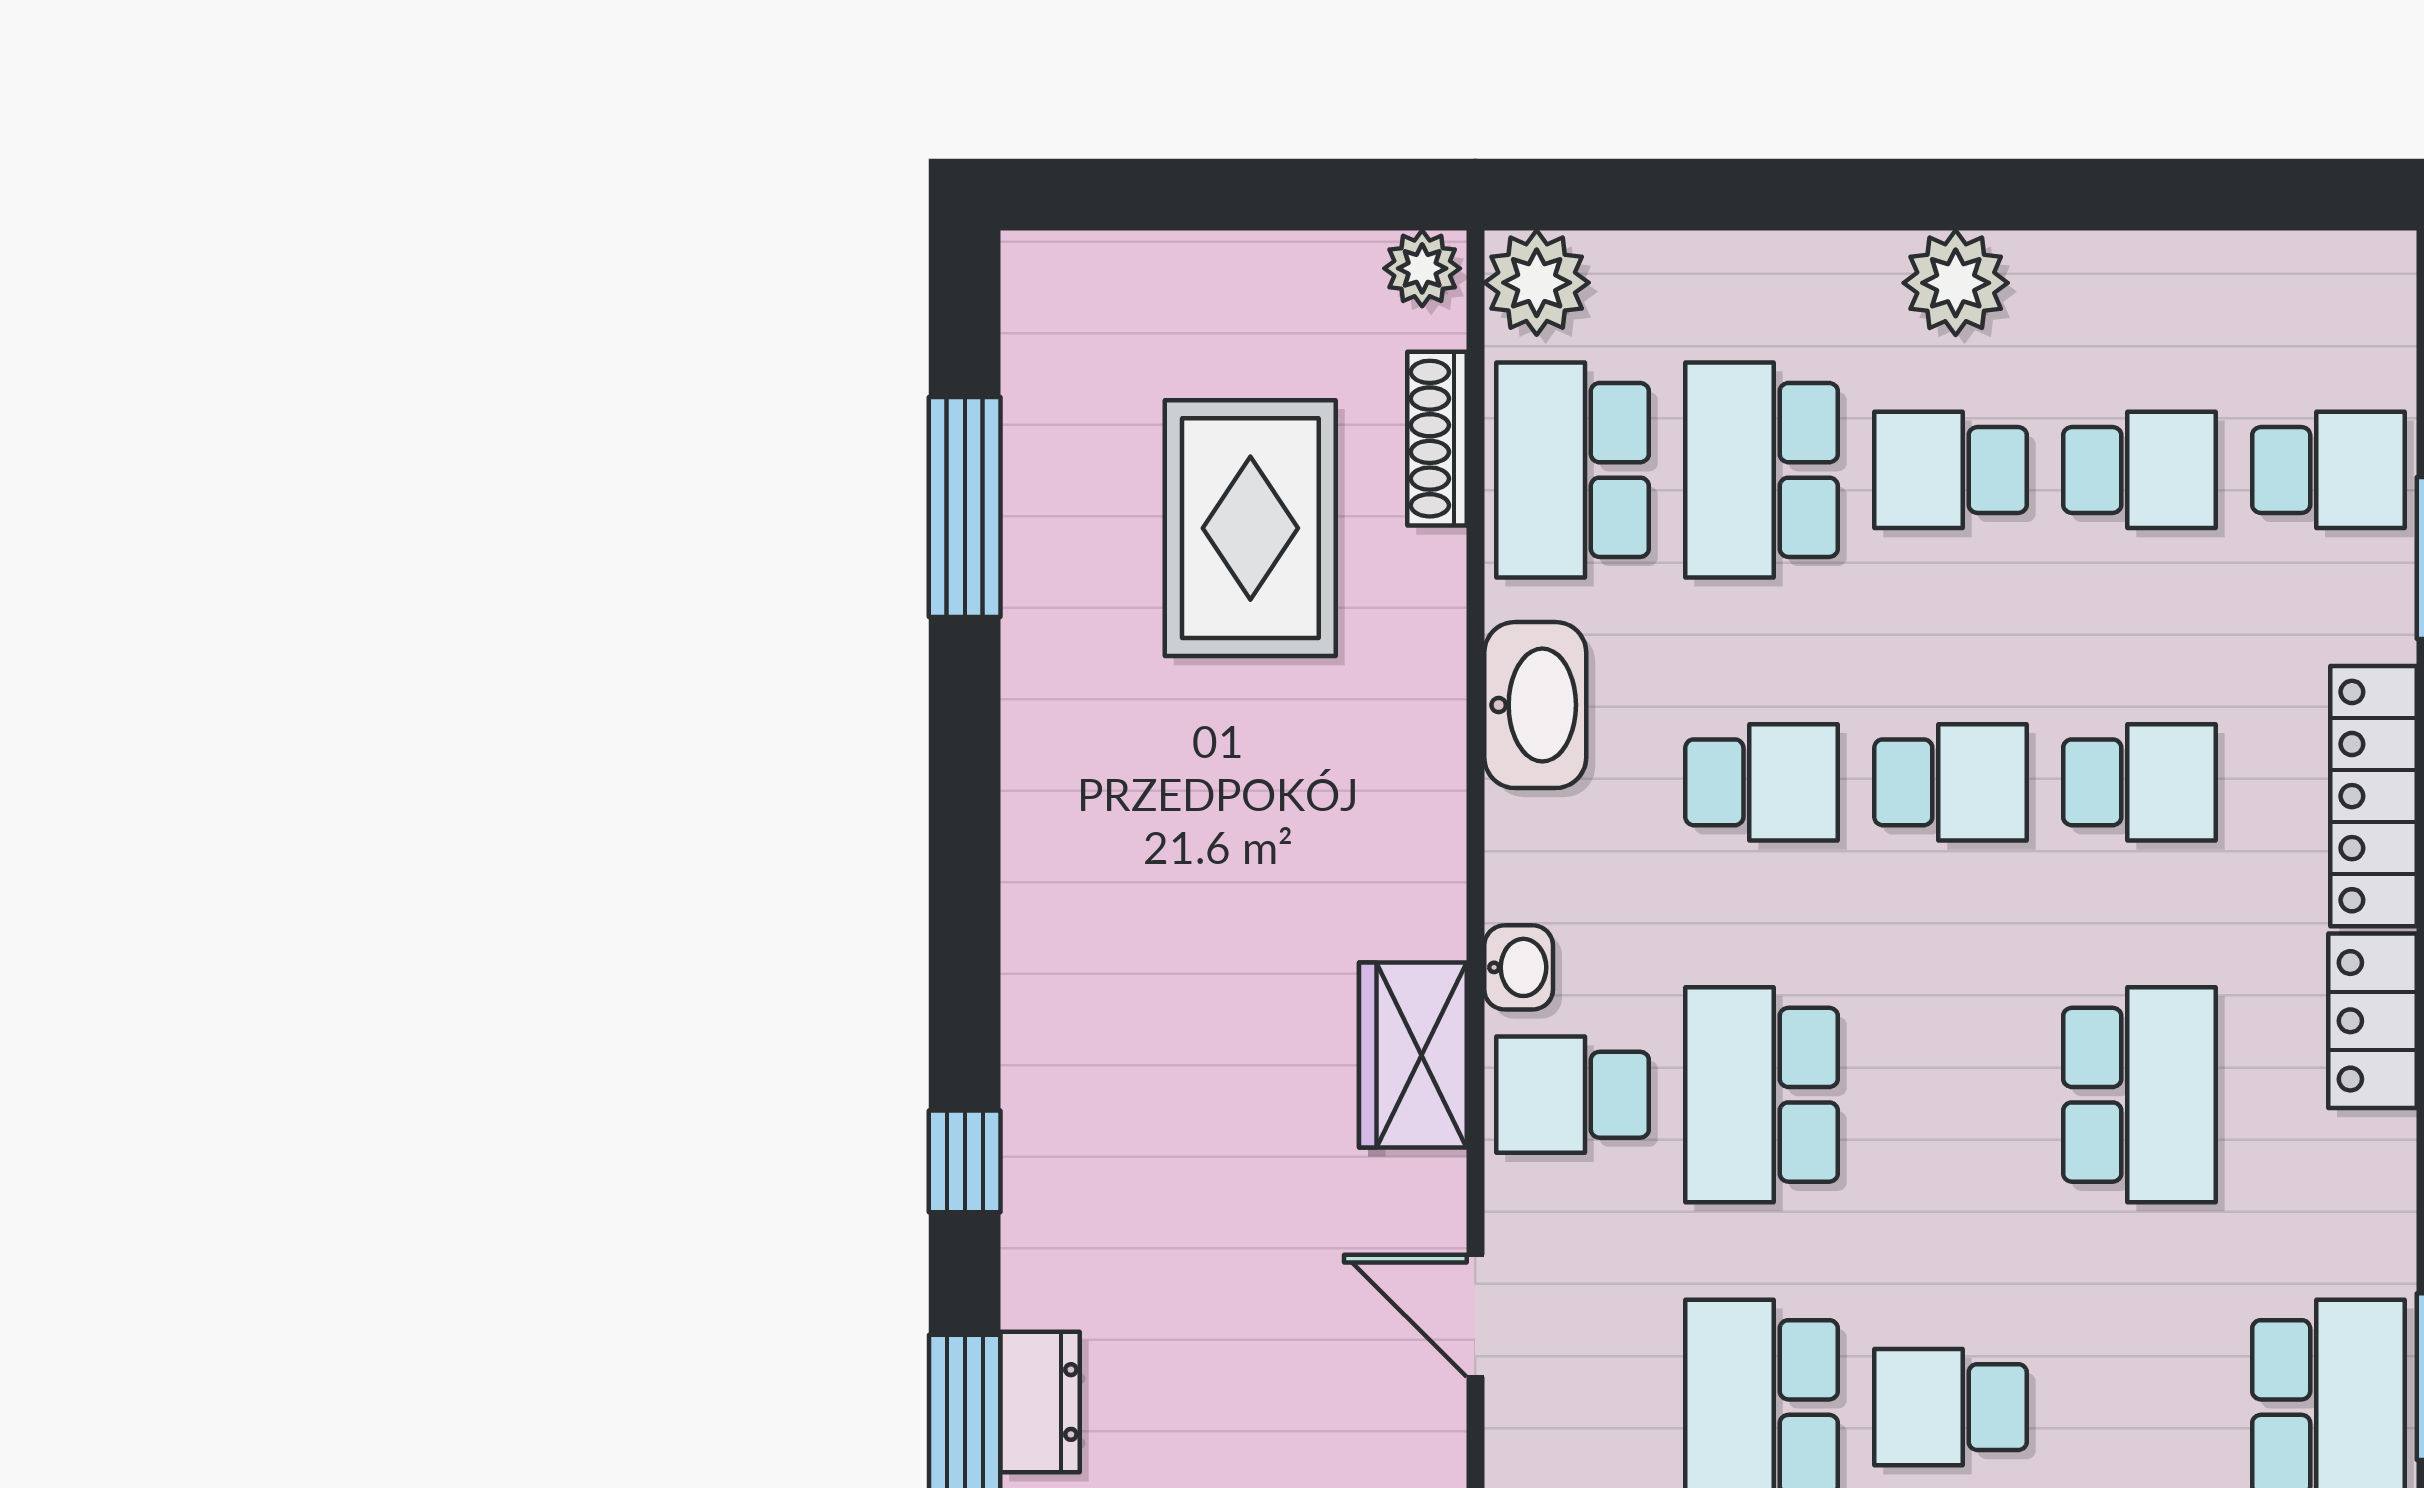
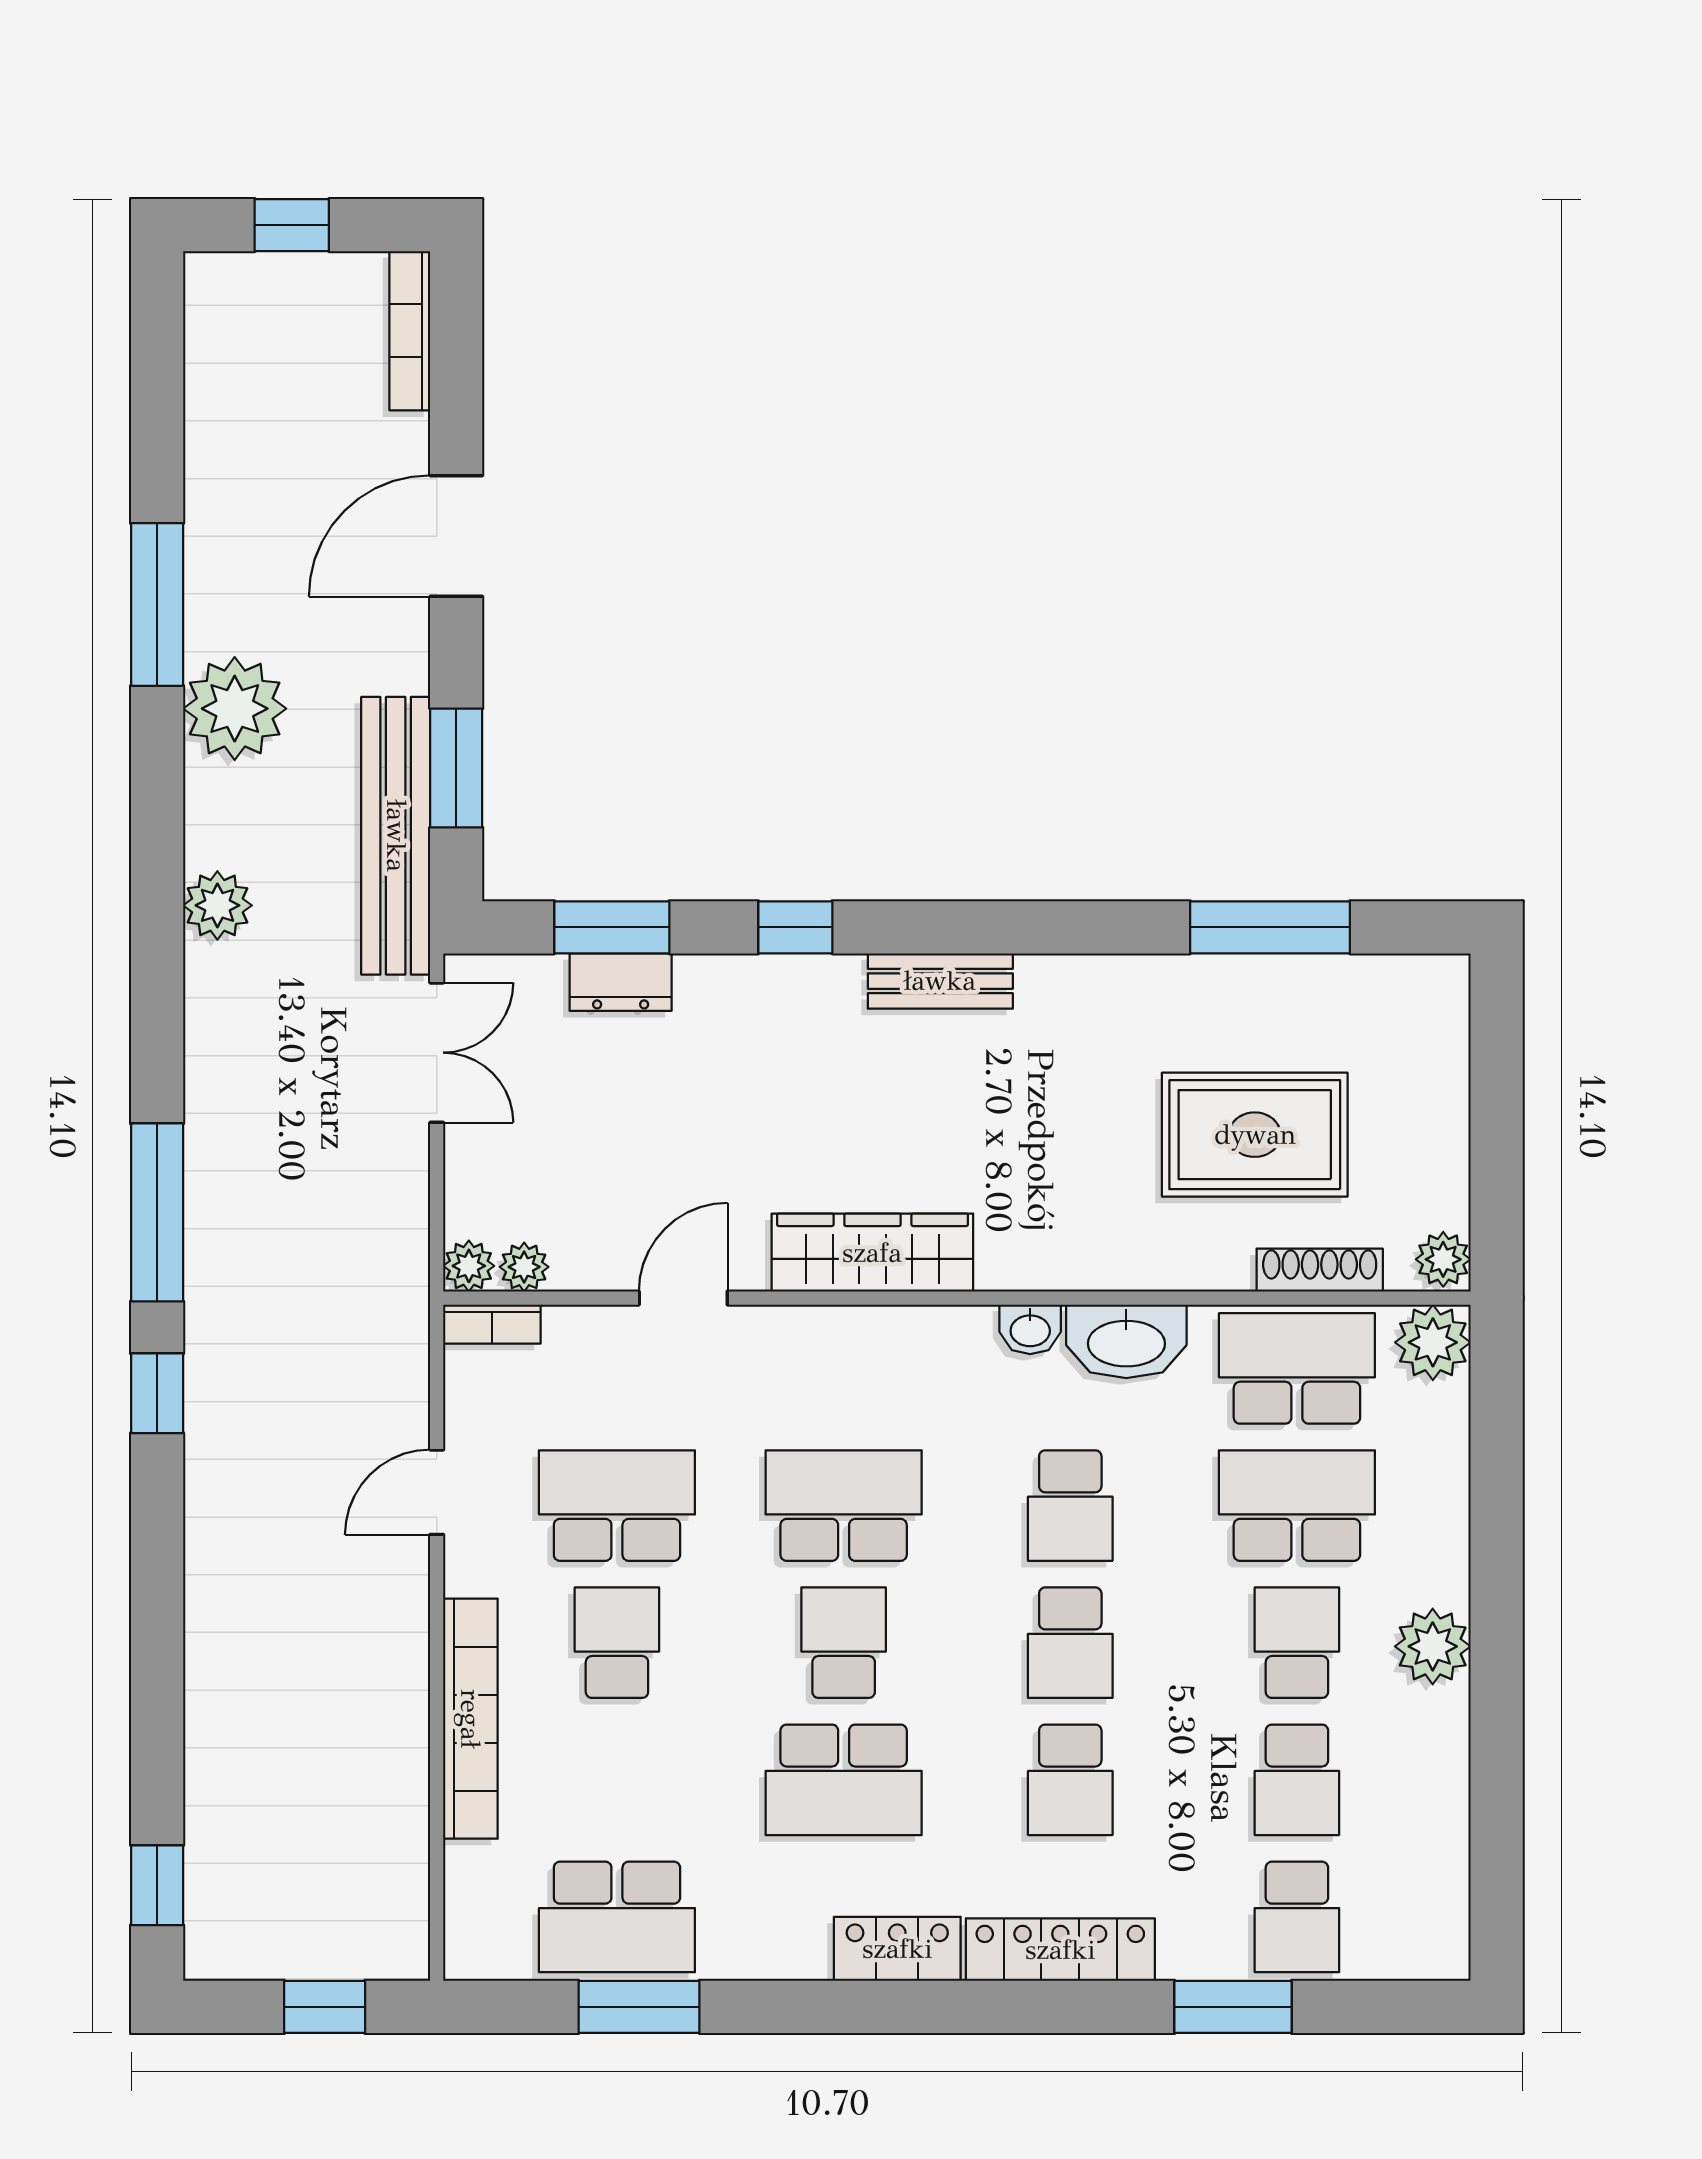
bench: (1039, 961) -> (940, 981), added
washbasin: (1519, 967) -> (1030, 1329), moved
wardrobe: (1413, 1055) -> (872, 1253), width x1.50
school desk: (1573, 1095) -> (844, 1643), moved

